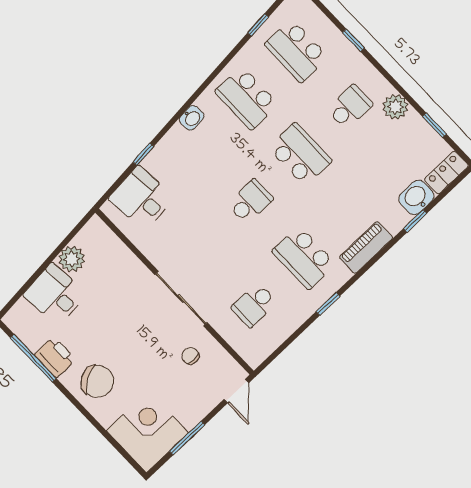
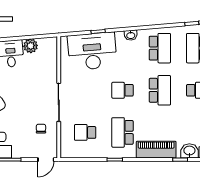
school desk: (247, 98) -> (160, 48), turned 180
desk: (142, 198) -> (92, 51), width x1.87, depth x1.30
school desk: (250, 202) -> (123, 90), turned 180
piano: (366, 247) -> (156, 150), width x1.37, depth x1.33

